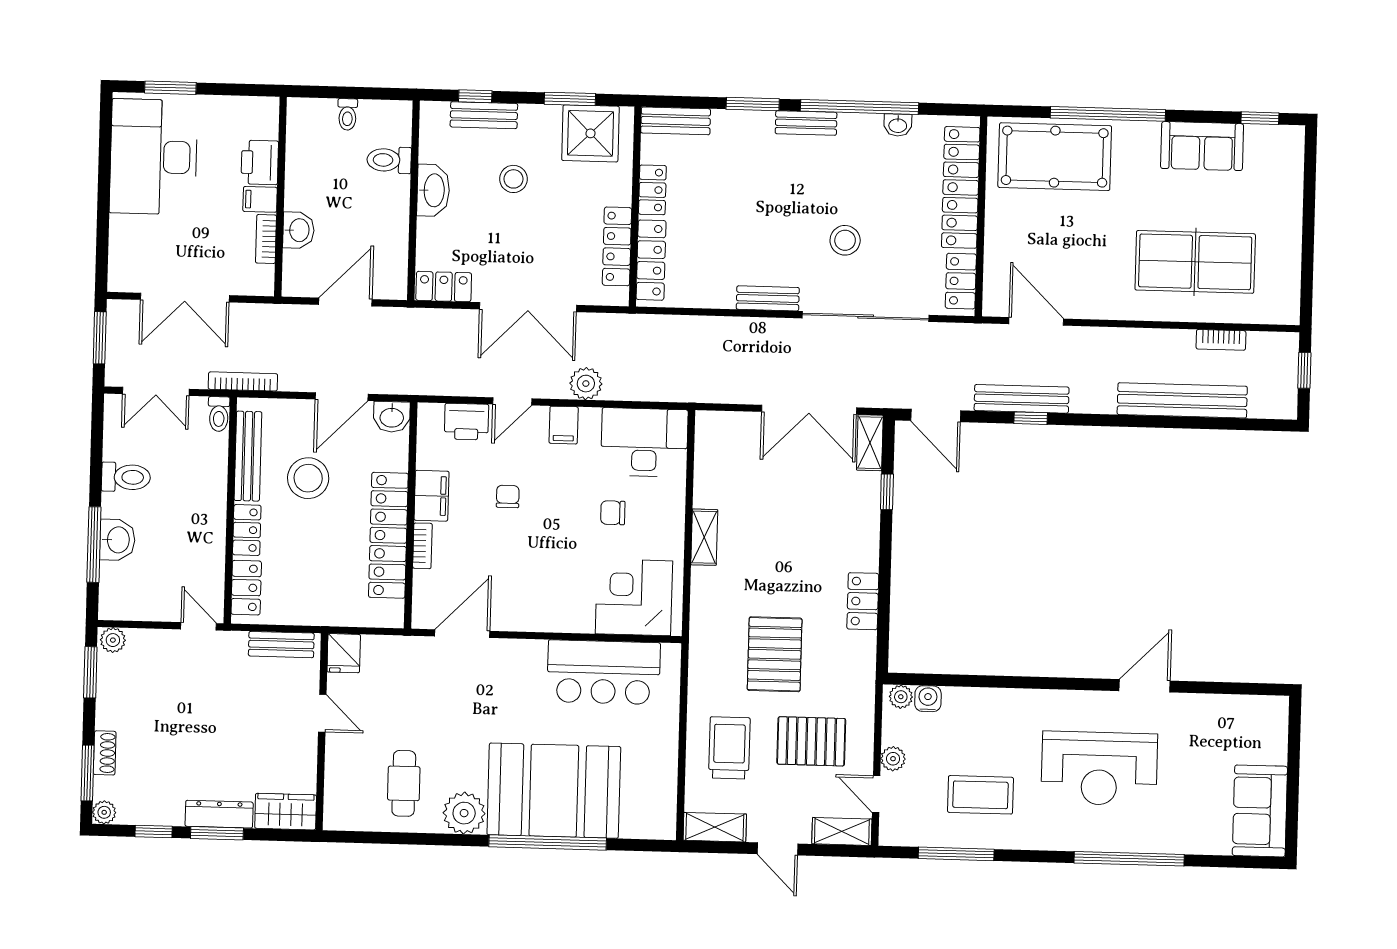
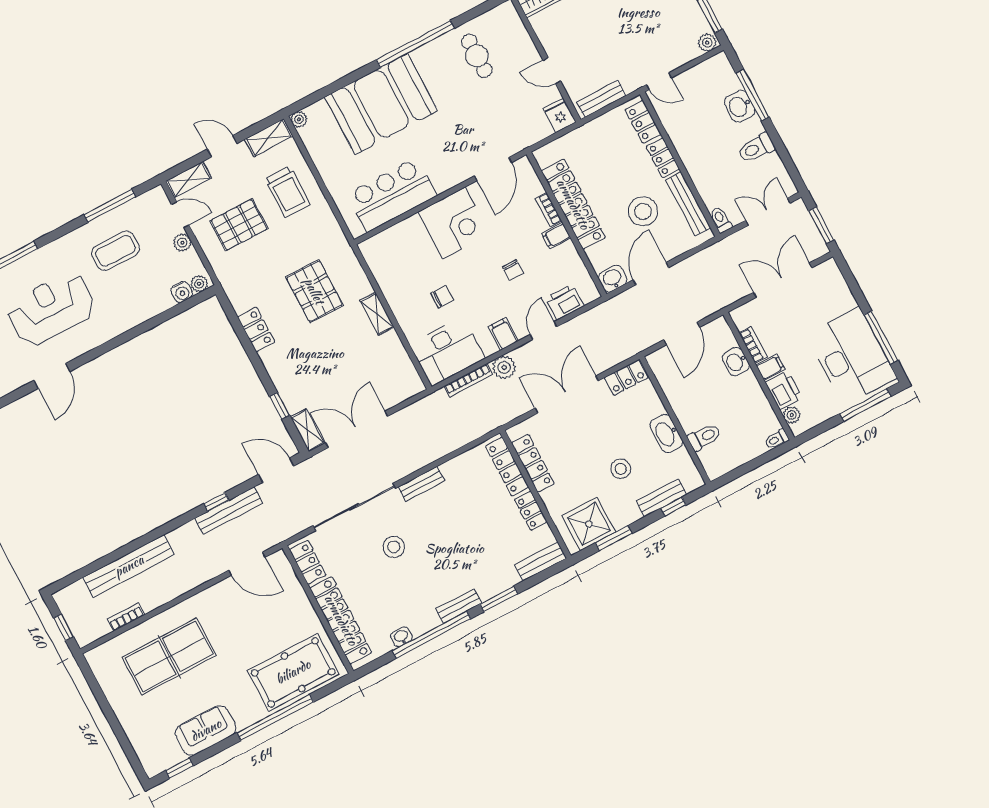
window: (170, 88) -> (865, 405), width x1.44
toilet: (347, 114) -> (777, 439), moved, turned -90
plant: (267, 127) -> (792, 415), added
window: (105, 159) -> (881, 338), added
bookcase: (243, 381) -> (468, 380), moved
filing cabinet: (431, 496) -> (556, 236), width x0.50
corner desk: (634, 597) -> (454, 223), moved
pallet: (775, 654) -> (314, 291), moved
plant: (464, 813) -> (299, 119), moved, width x0.53, depth x0.53
window: (548, 842) -> (415, 44), moved

